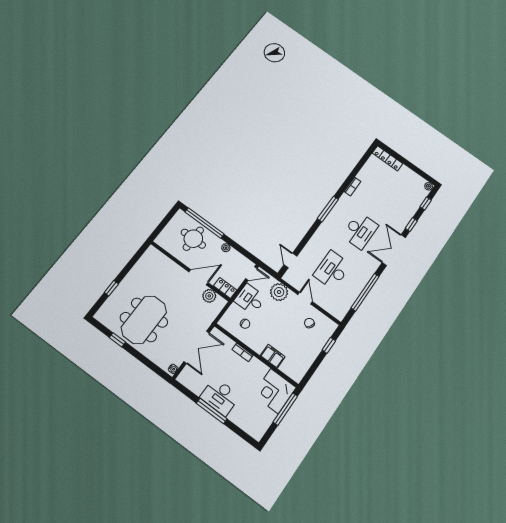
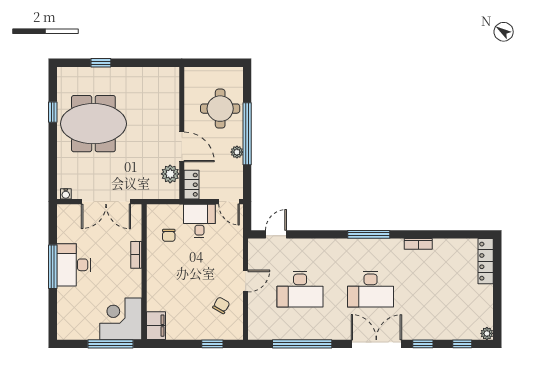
window: (204, 223) -> (247, 134), moved
desk: (332, 270) -> (300, 289), turned 180
plant: (279, 292) -> (231, 247), removed
filing cabinet: (273, 356) -> (156, 326), moved

